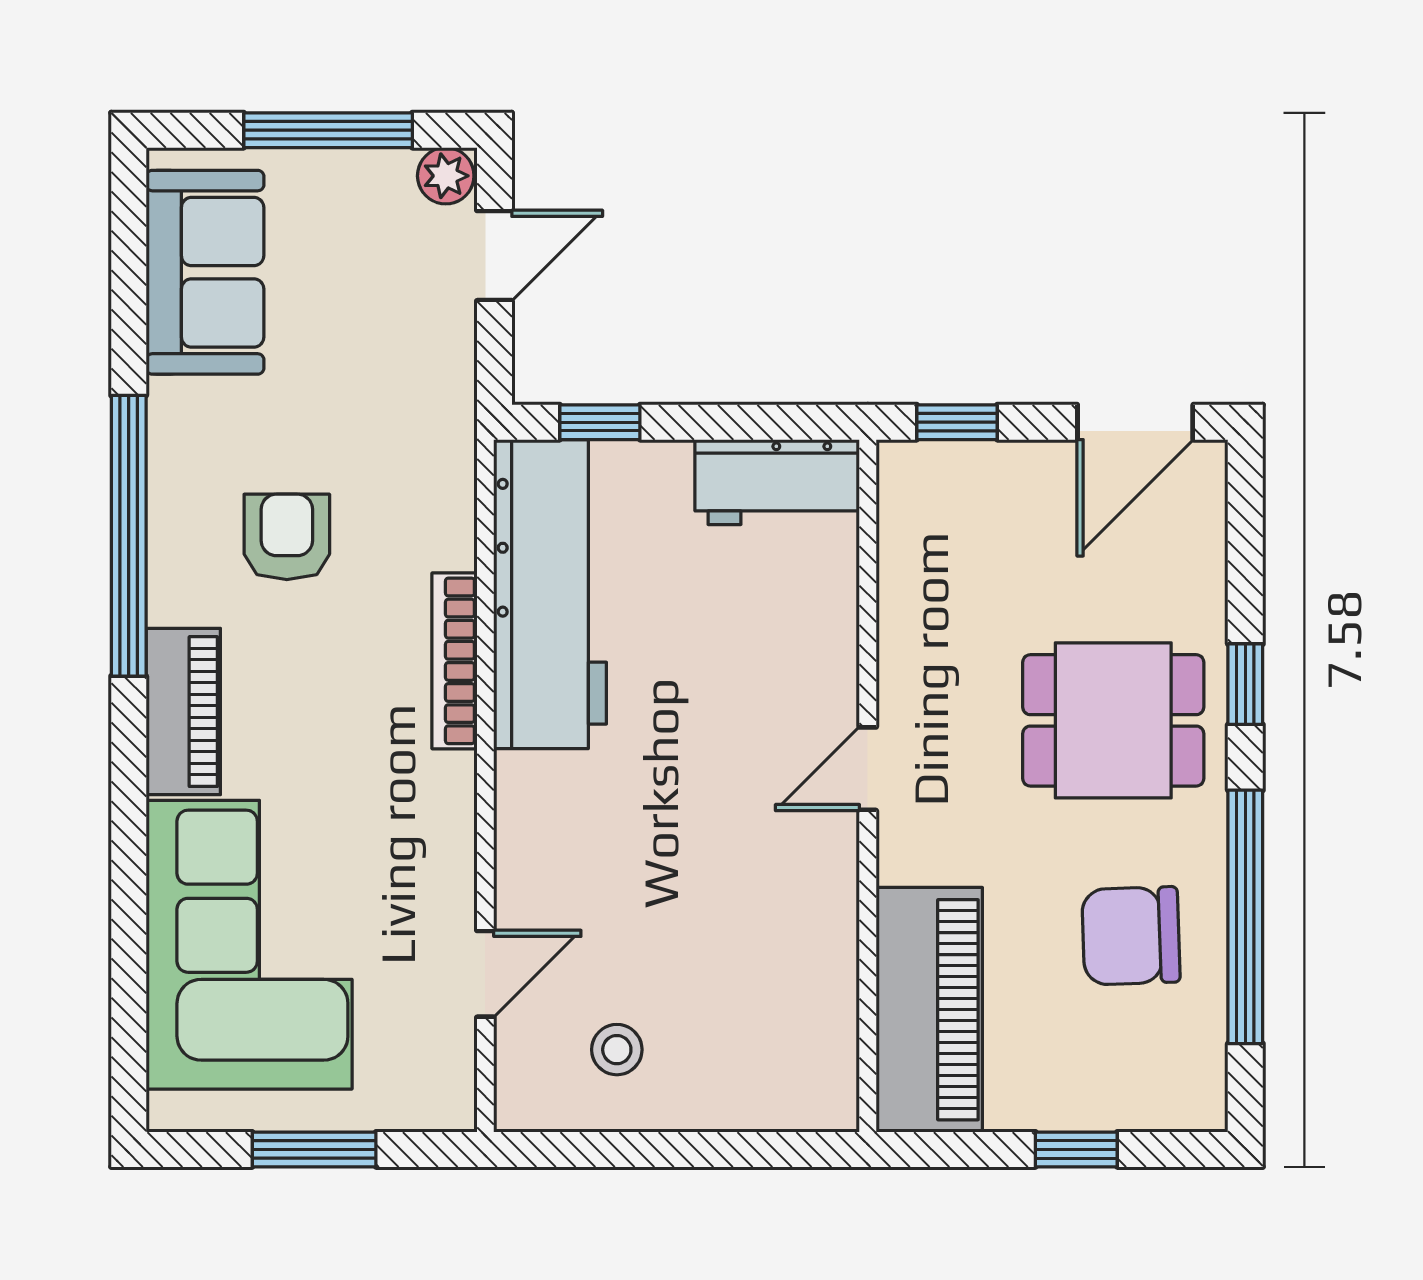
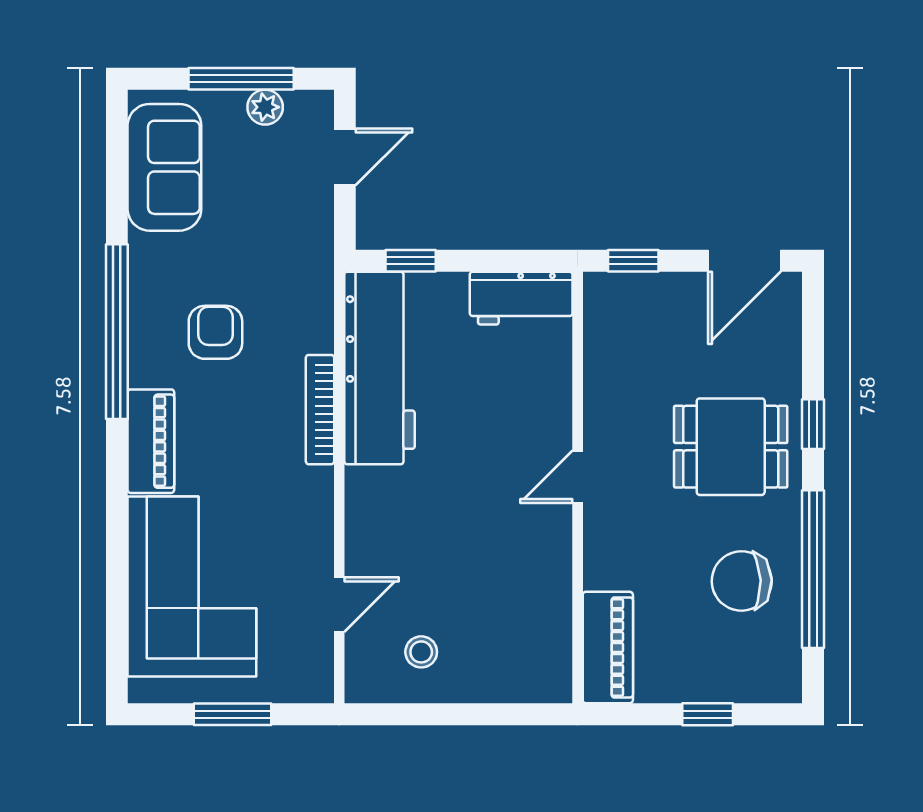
plant: (446, 176) -> (265, 107), moved
piano: (929, 1010) -> (608, 648), width x0.73, depth x0.75

